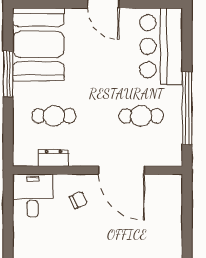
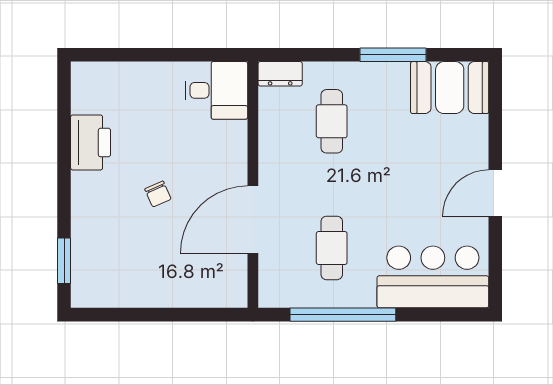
booth: (38, 44) -> (450, 88), width x0.73, depth x0.70
dresser: (54, 158) -> (280, 74), moved, turned 90
chair: (79, 200) -> (158, 194), moved

